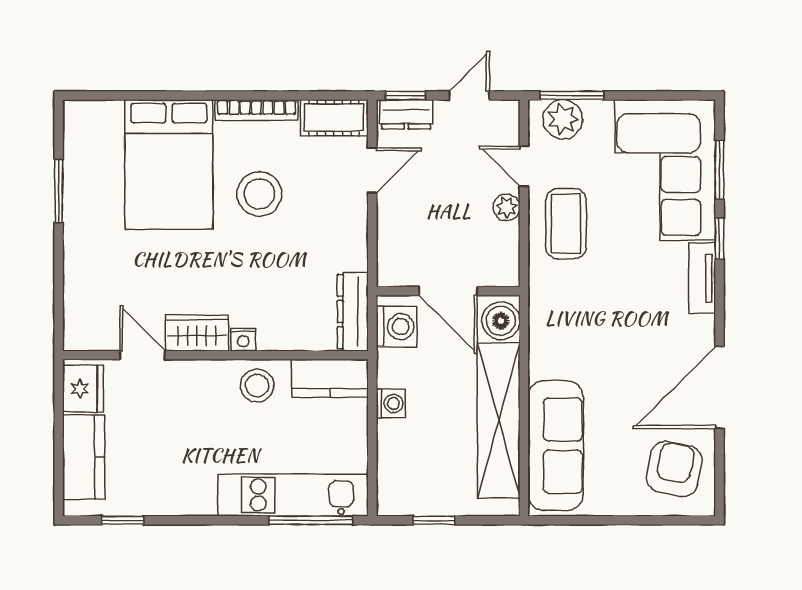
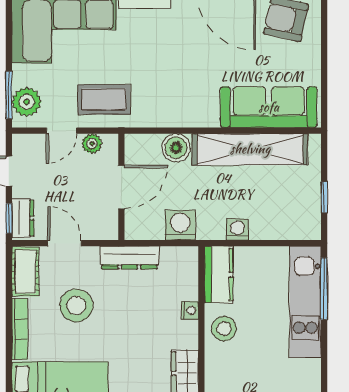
stool: (259, 194) -> (76, 306), moved
door: (448, 291) -> (121, 187), moved
wall: (448, 291) -> (121, 187), moved
dresser: (353, 312) -> (129, 258), moved
nightstand: (243, 339) -> (190, 310), moved

